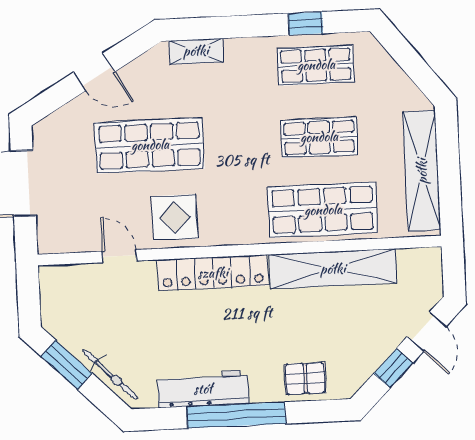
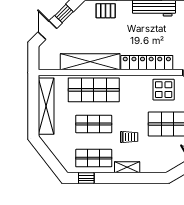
window: (306, 23) -> (86, 178), moved
shelving: (196, 51) -> (127, 167), moved
trolley: (243, 113) -> (129, 137), added

